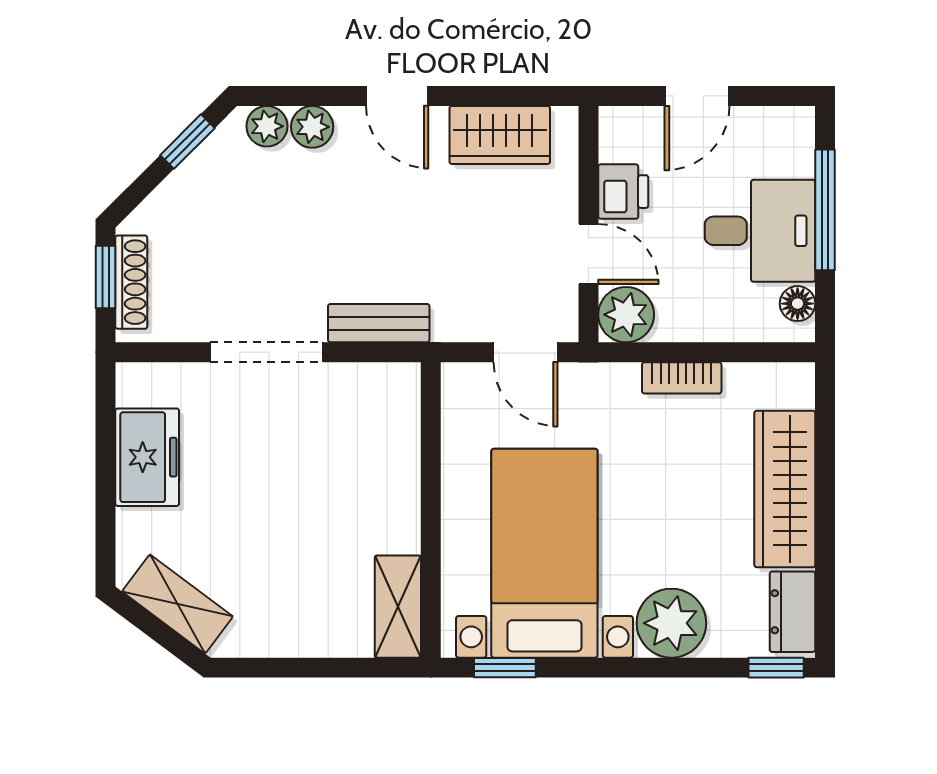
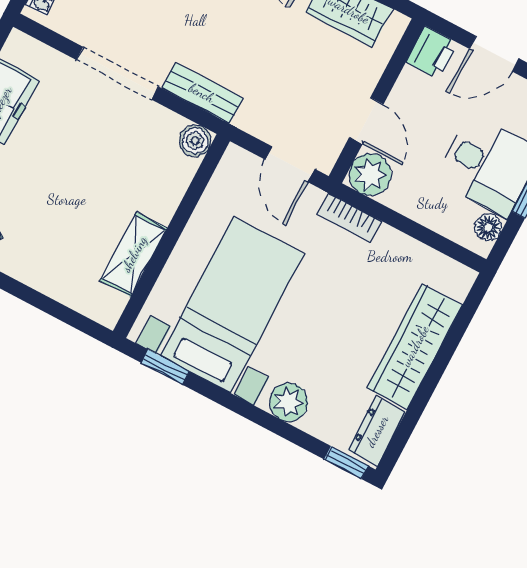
printer: (623, 192) -> (432, 53), moved
bookcase: (682, 378) -> (349, 217), moved
boiler: (400, 383) -> (195, 141), added
shelving: (398, 607) -> (134, 254), moved
plant: (671, 623) -> (289, 402), width x0.73, depth x0.73

